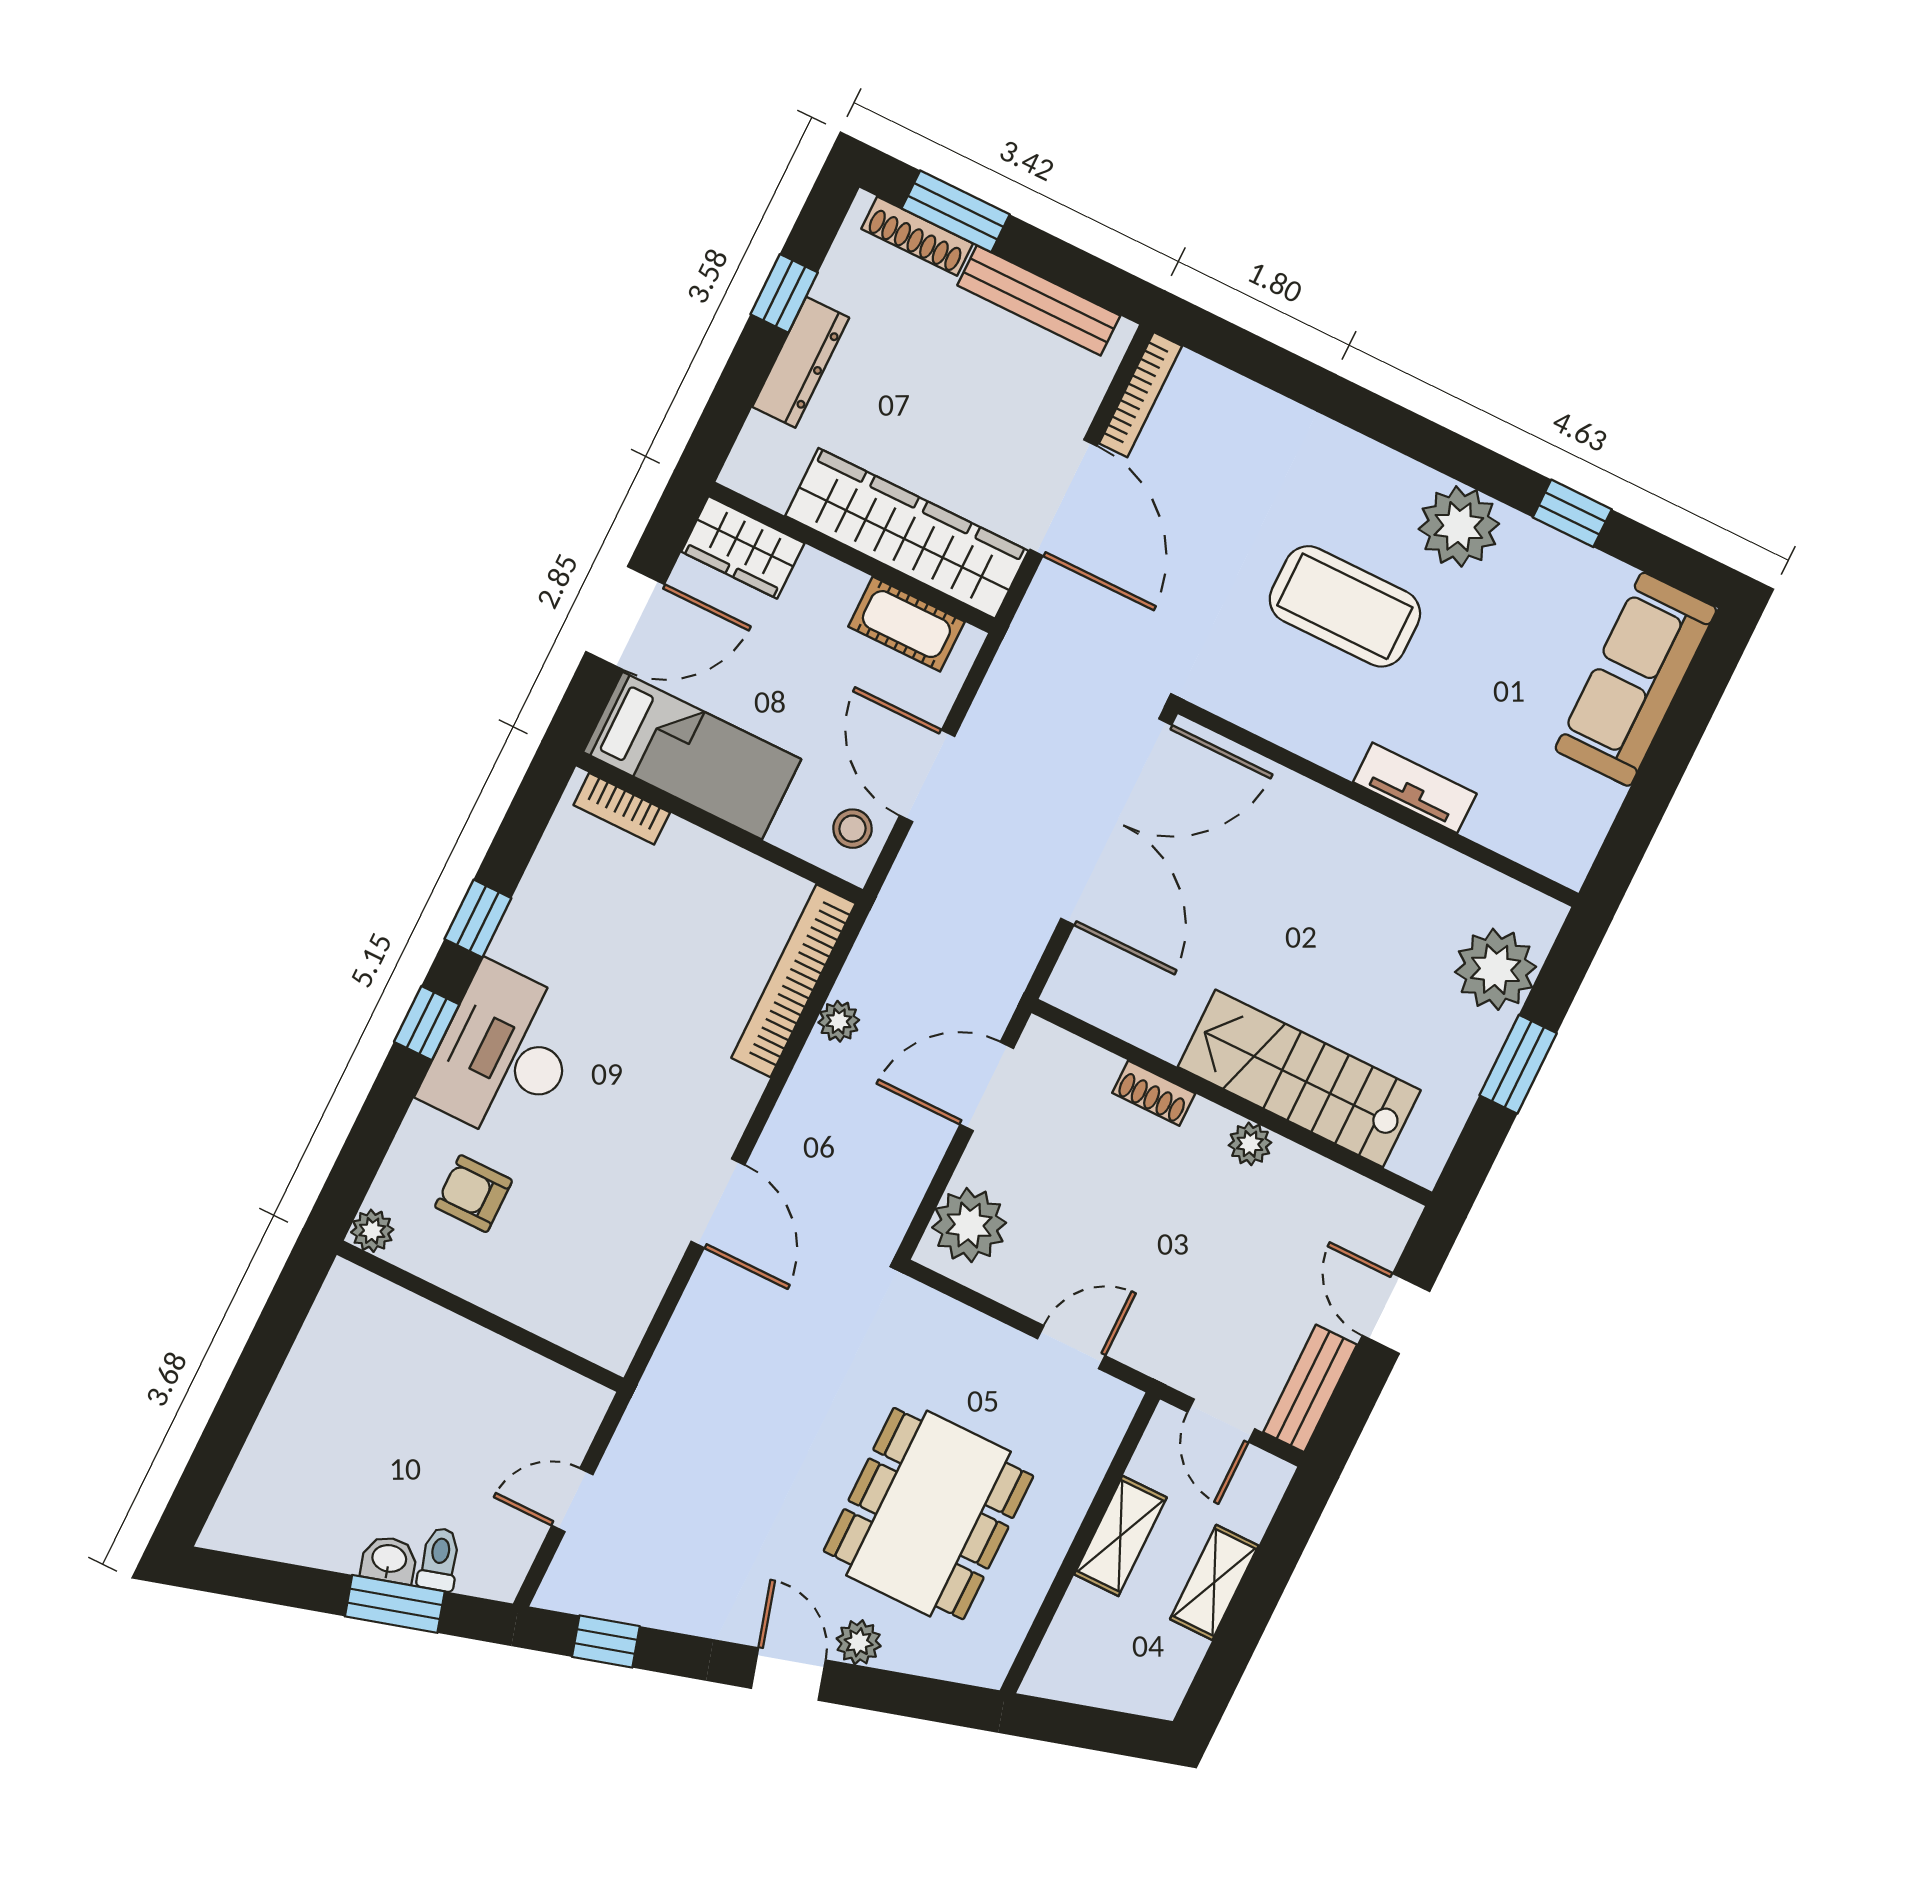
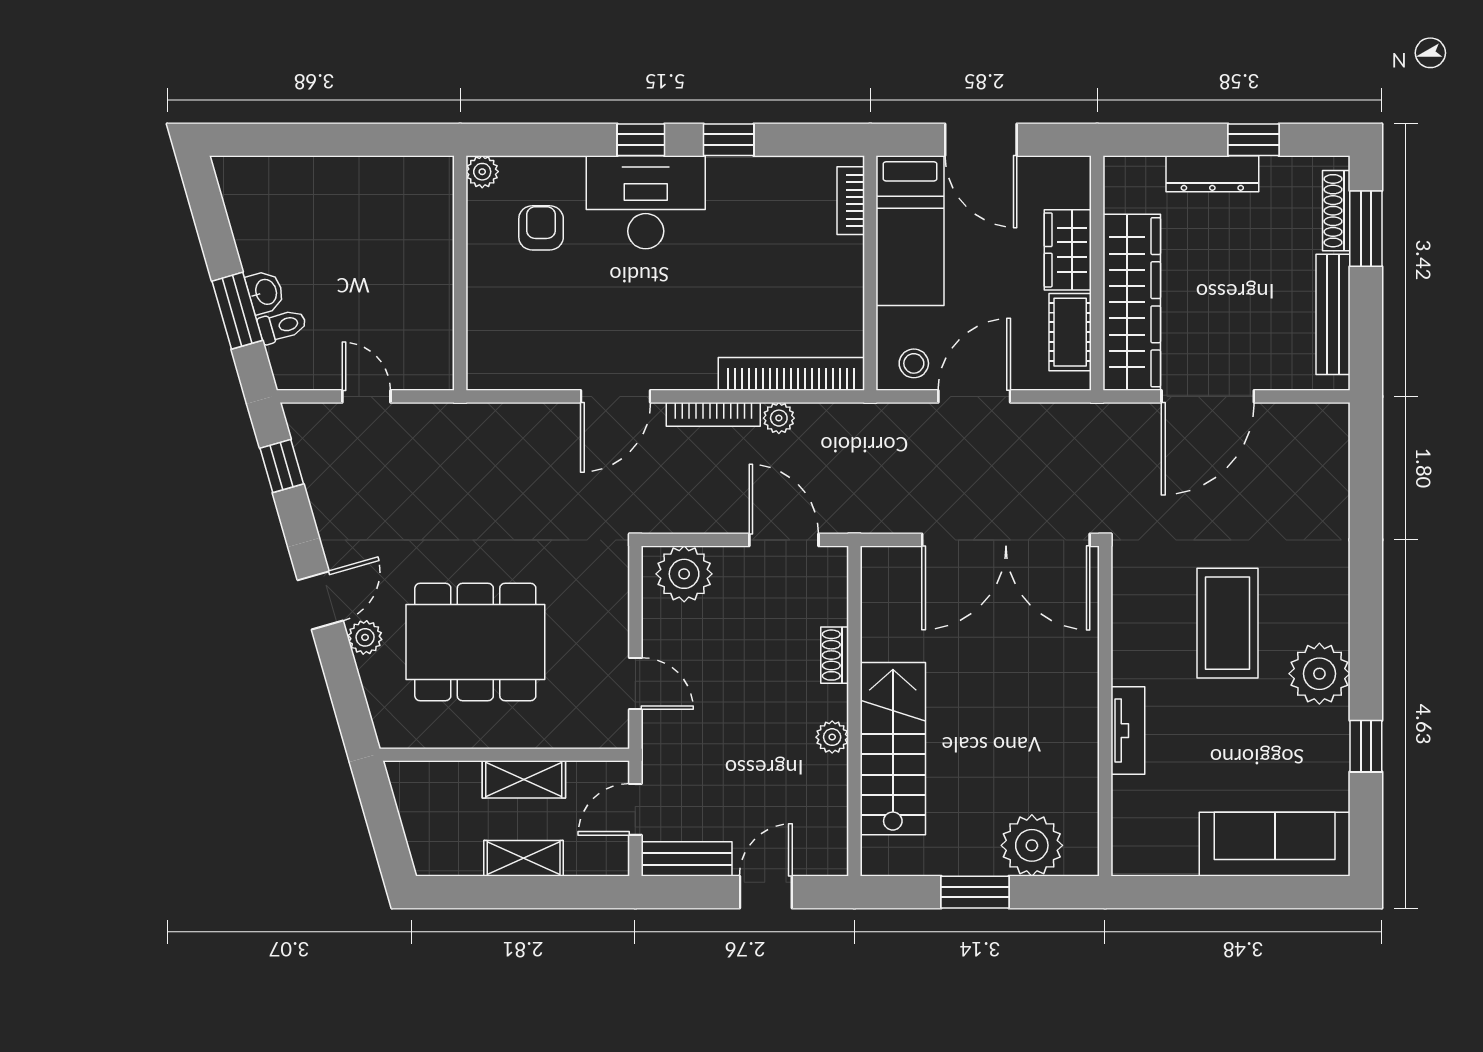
bookcase: (1140, 395) -> (713, 414), moved
wardrobe: (743, 547) -> (1068, 250), moved

